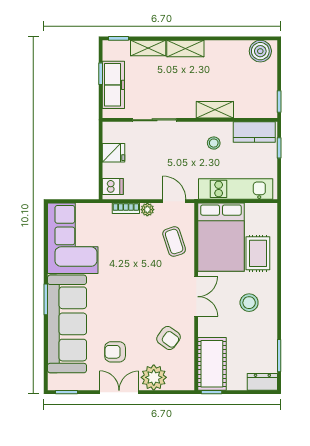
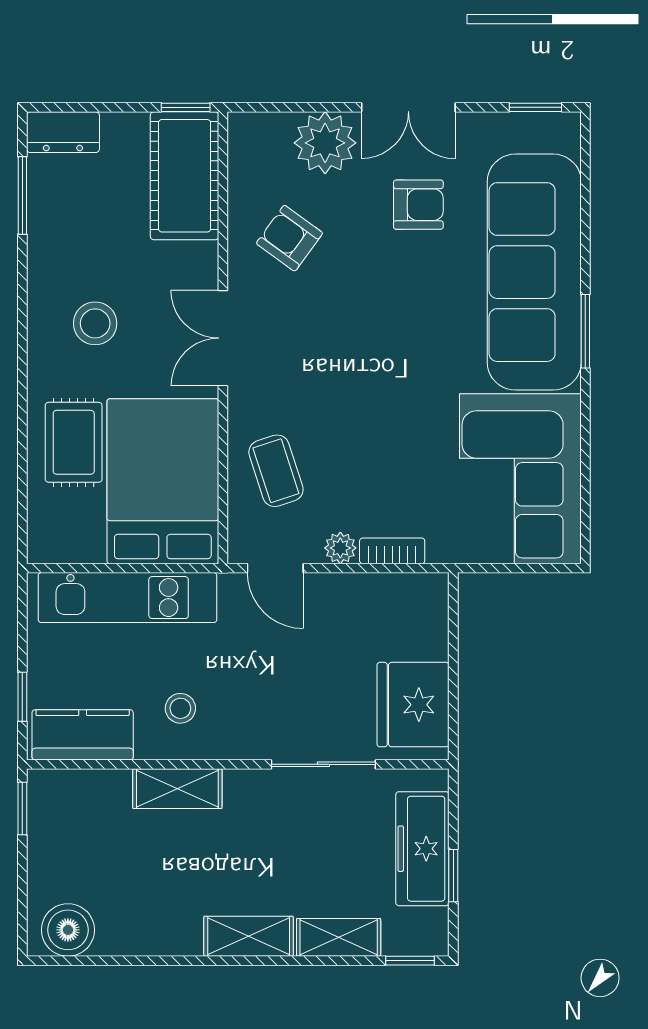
fridge: (113, 153) -> (413, 705), width x1.88, depth x1.34
dishwasher: (113, 187) -> (424, 603), removed

